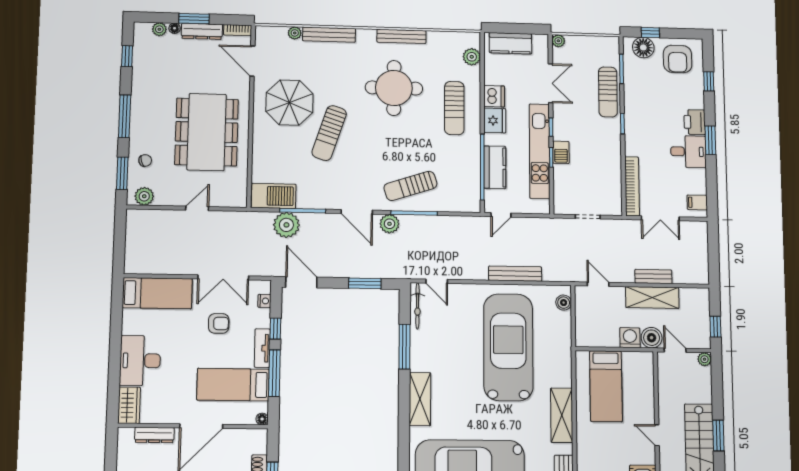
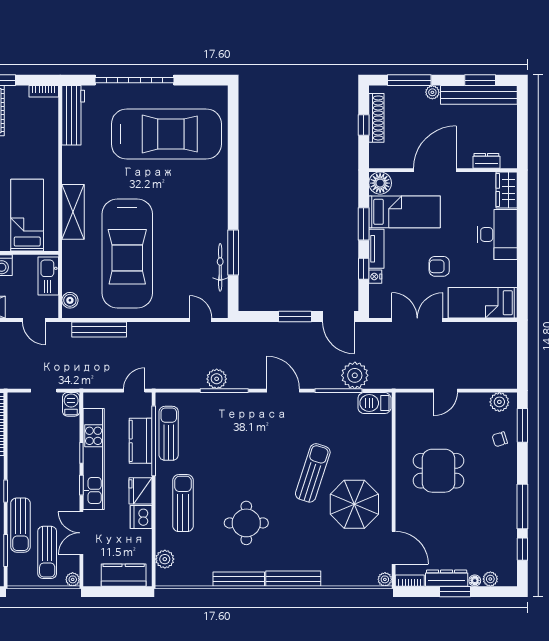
plant: (295, 33) -> (385, 579), moved
bench: (329, 35) -> (293, 579), moved
sun lounger: (583, 66) -> (47, 552), added
round table: (394, 88) -> (246, 523), width x0.73, depth x0.73
sun lounger: (608, 92) -> (21, 525), turned 180
window: (125, 116) -> (522, 506), moved
dining table: (207, 132) -> (438, 471), width x0.53, depth x0.80
barbecue: (561, 152) -> (71, 404), moved
sun lounger: (410, 186) -> (169, 433), moved, turned -72
barbecue: (274, 196) -> (374, 403), width x0.73, depth x0.83
plant: (389, 224) -> (217, 379), moved
bench: (515, 274) -> (99, 329), moved
window: (365, 283) -> (295, 316), moved
nightstand: (264, 301) -> (375, 277), moved
bicycle: (417, 306) -> (220, 267), moved
armchair: (219, 323) -> (439, 266), moved
kitchen sink: (585, 326) -> (48, 276), added
window: (274, 373) -> (364, 224), width x0.69
shelving: (420, 399) -> (217, 200), removed
shelving: (562, 415) -> (73, 212), moved
floor lamp: (262, 419) -> (380, 183), width x1.89, depth x1.89
dresser: (154, 435) -> (486, 161), width x0.70

